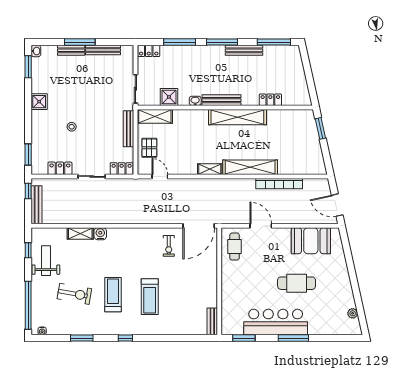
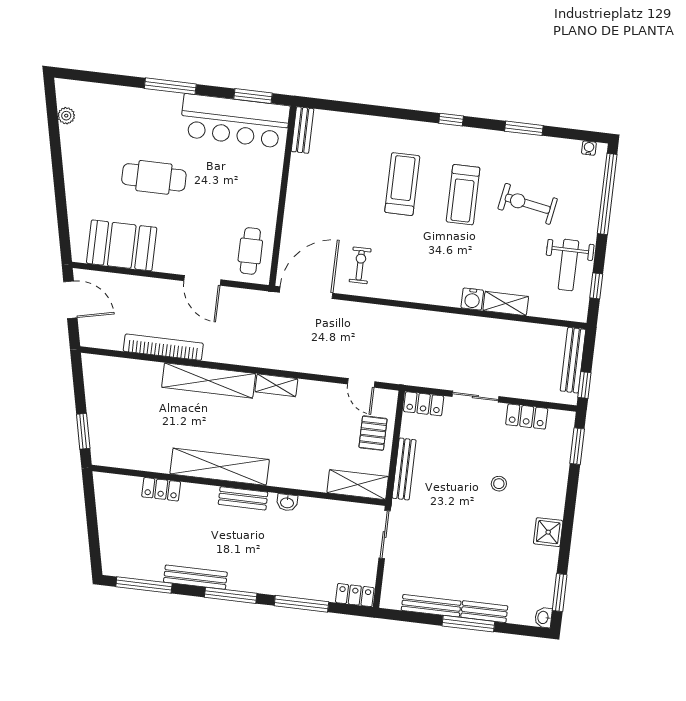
shower: (169, 97) -> (330, 514), removed
bench: (221, 100) -> (243, 498), width x0.73
bar counter: (276, 322) -> (235, 121), moved

